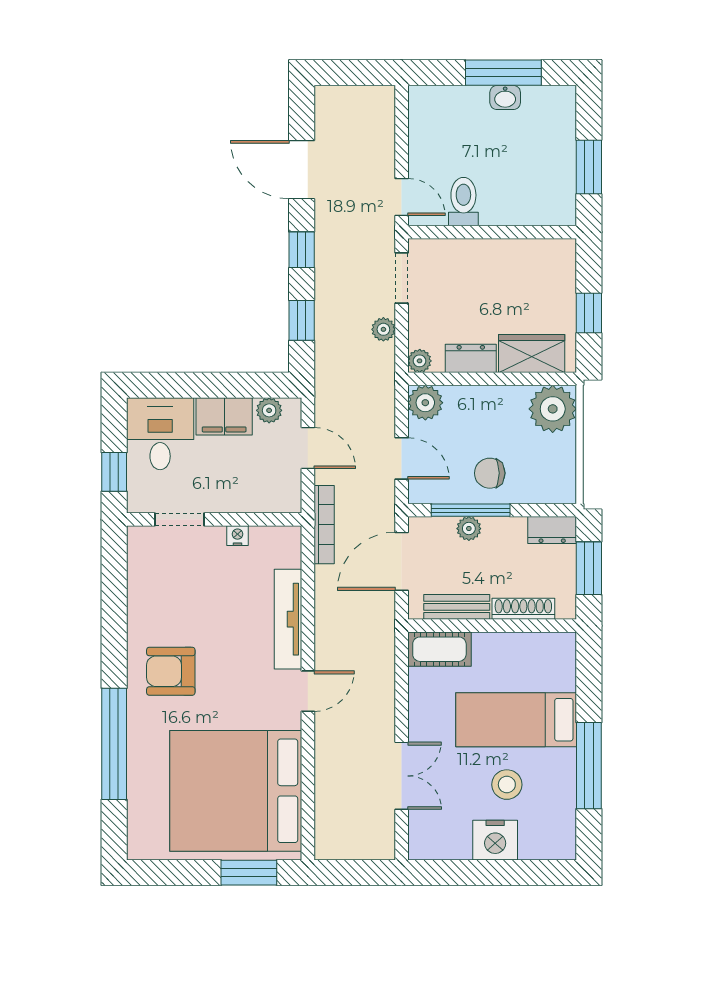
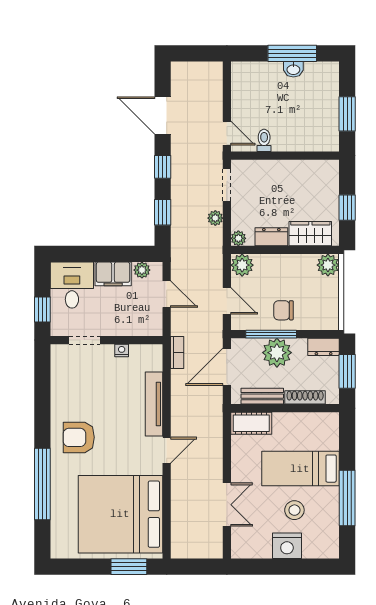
toilet: (463, 202) -> (264, 140), width x0.73, depth x0.72
plant: (553, 409) -> (328, 265), width x0.73, depth x0.73
bookcase: (324, 525) -> (177, 352), width x0.64
plant: (469, 529) -> (277, 353), width x1.87, depth x1.87

